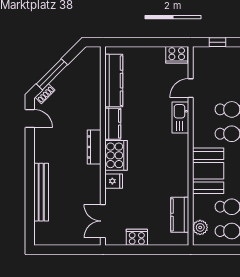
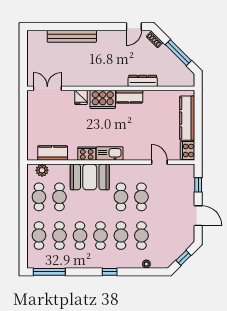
window: (52, 74) -> (178, 53), moved
kitchen counter: (114, 81) -> (187, 118), moved, turned 90
kitchen sink: (180, 118) -> (110, 153), moved
dresser: (94, 147) -> (143, 81), moved
cooker: (137, 237) -> (87, 154), moved, turned -90

